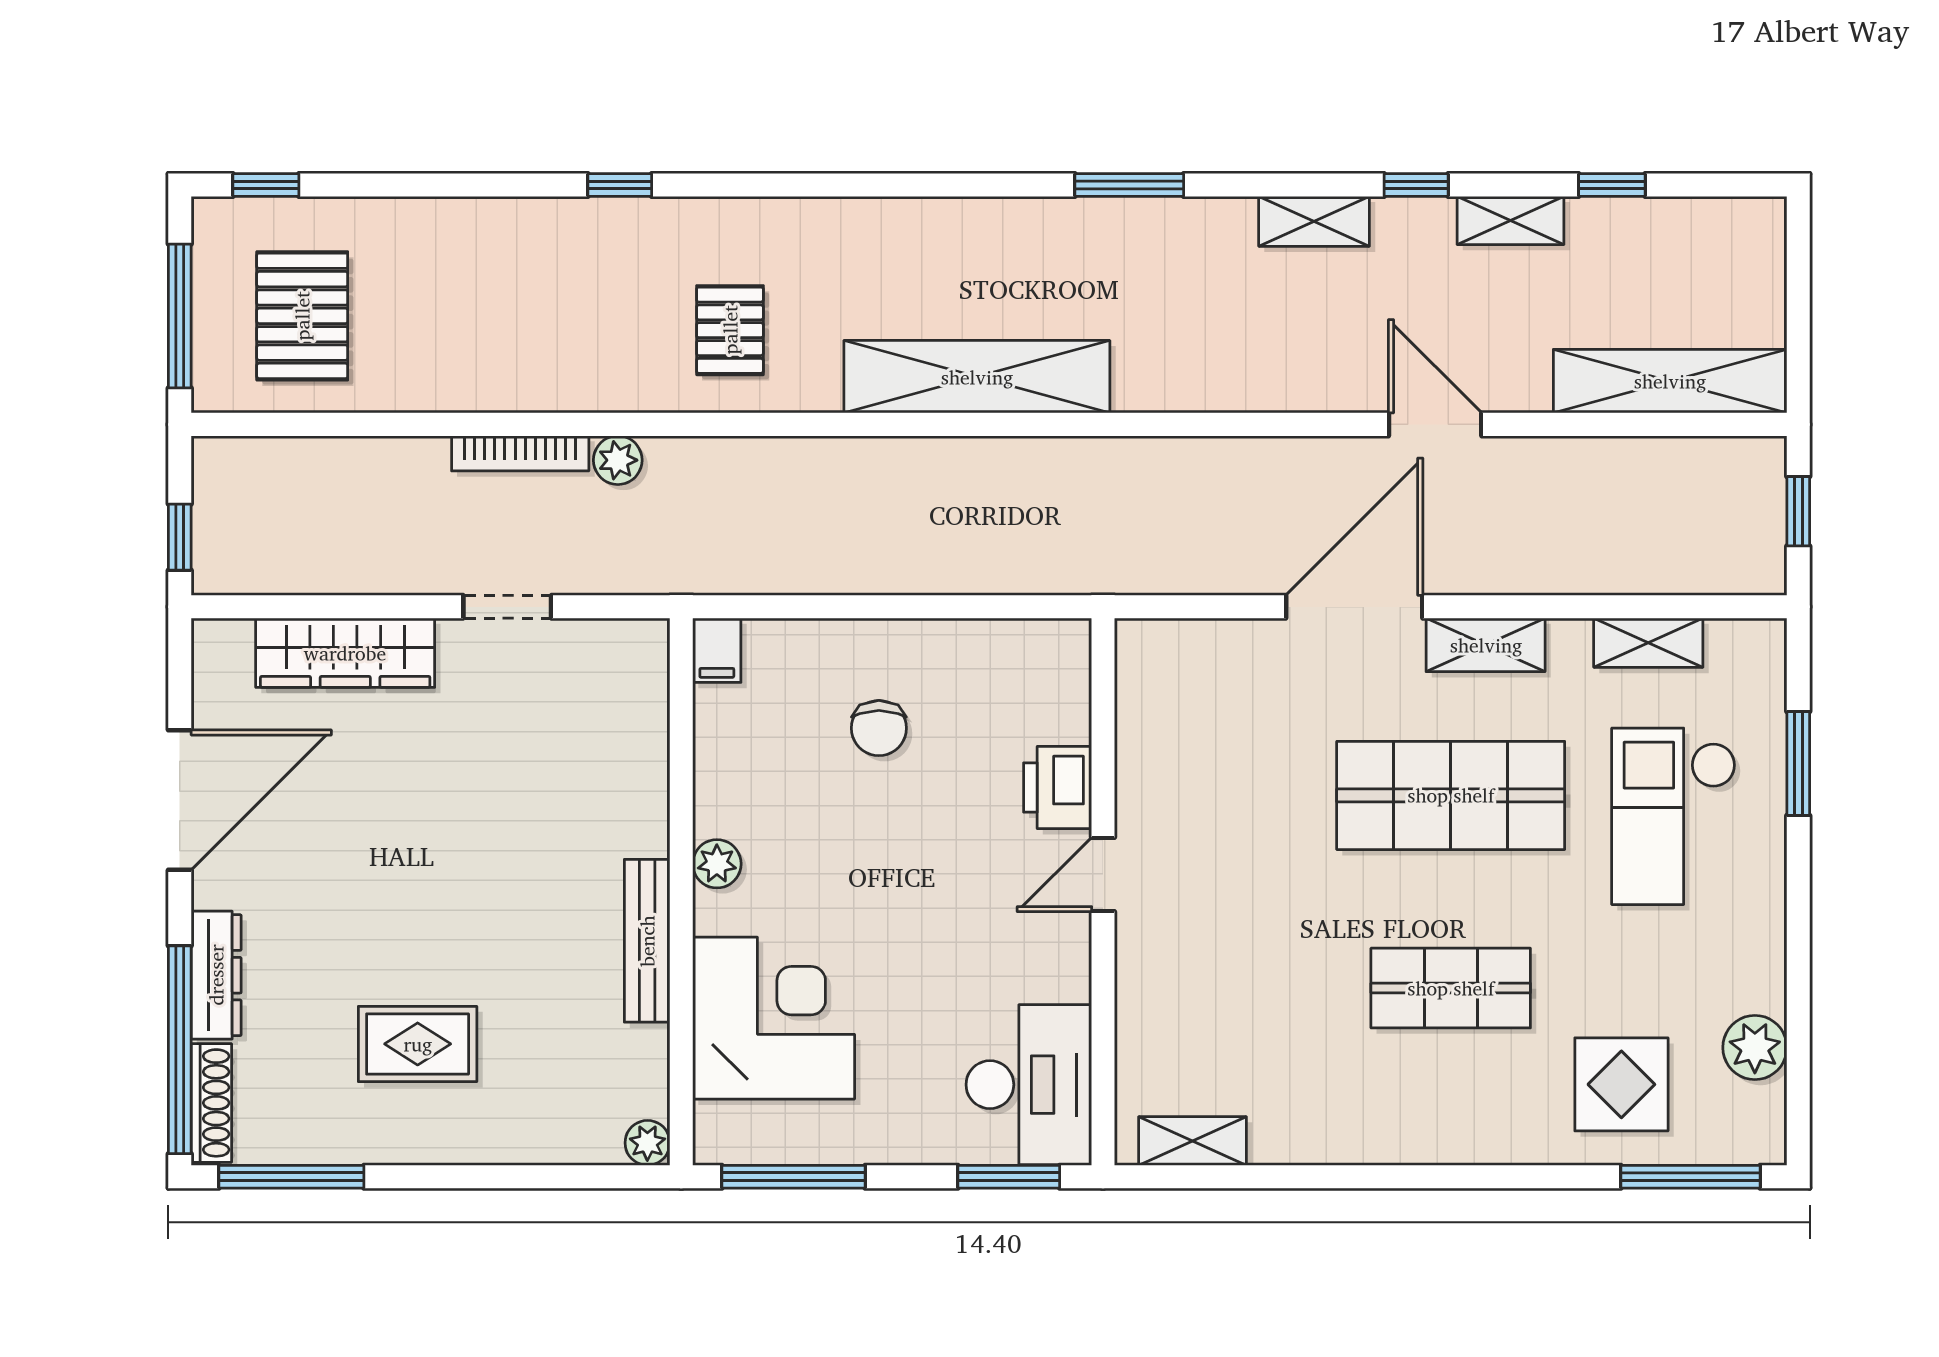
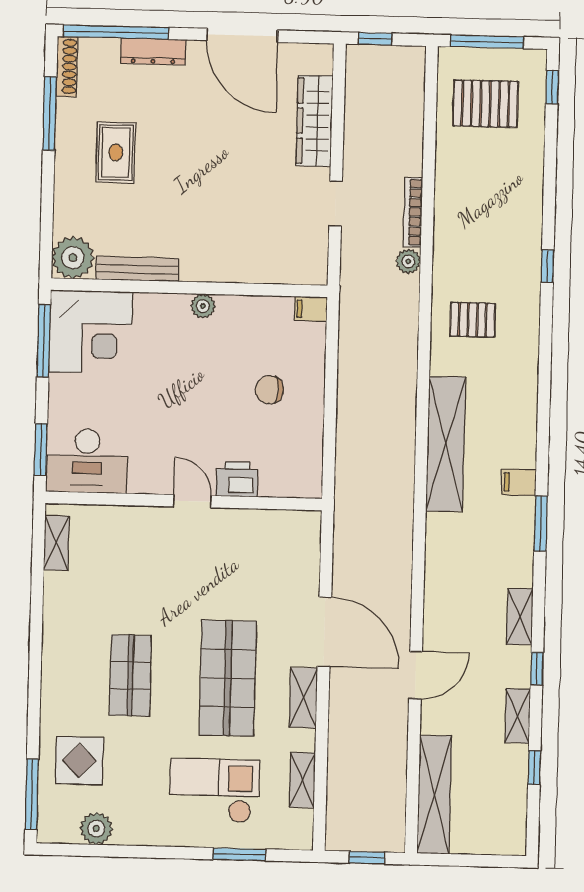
filing cabinet: (1049, 230) -> (519, 482), added
bench: (647, 941) -> (137, 269), moved
corner desk: (774, 1018) -> (91, 332), moved
shoe rack: (211, 1103) -> (67, 67), moved, turned -90
plant: (647, 1143) -> (73, 258), width x1.87, depth x1.87
window: (291, 1177) -> (50, 113), moved

